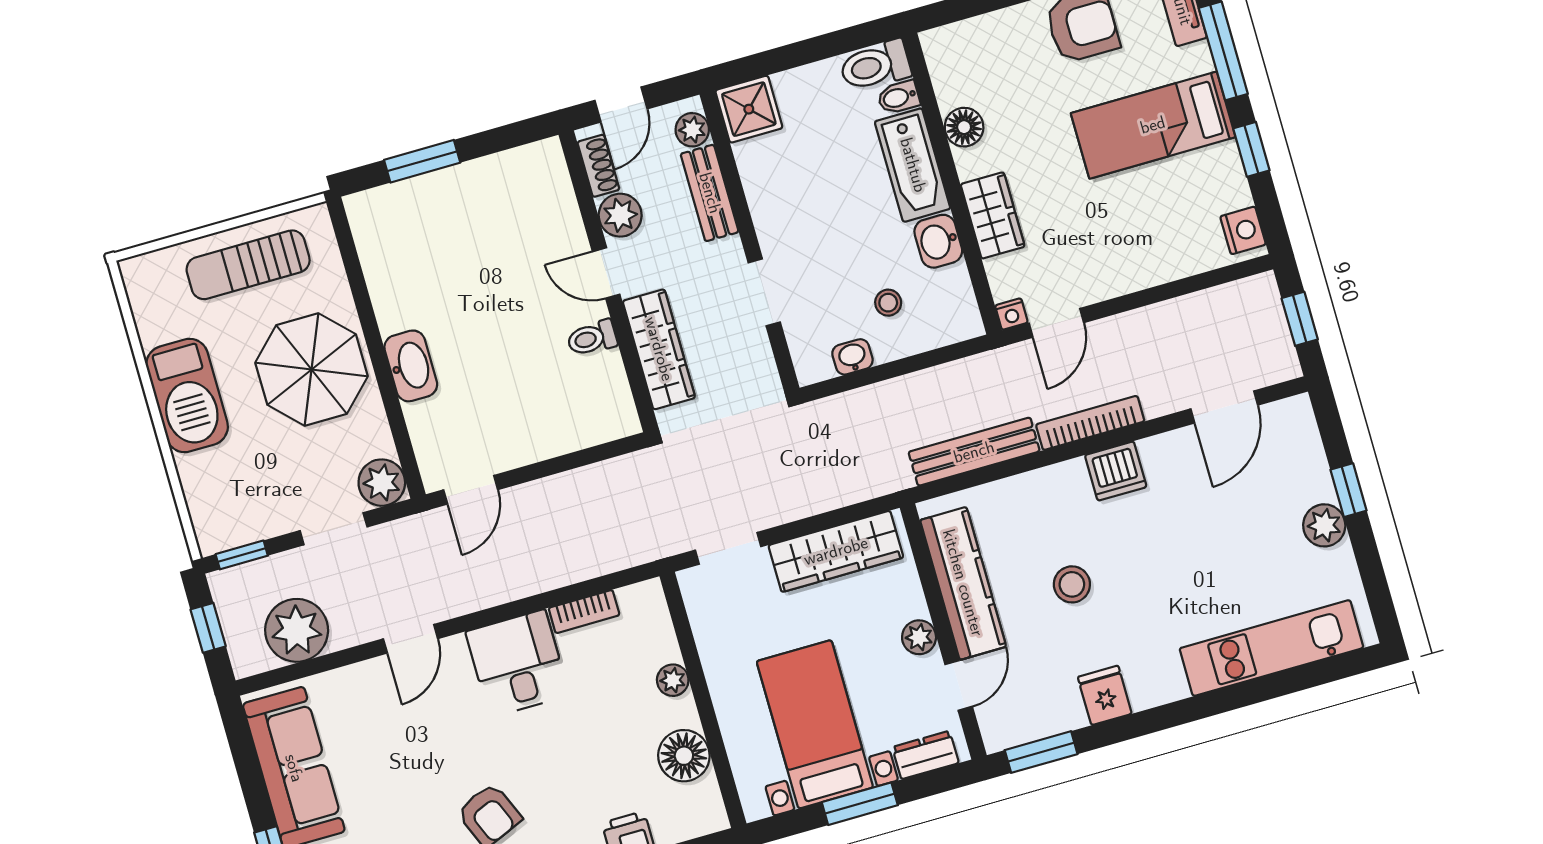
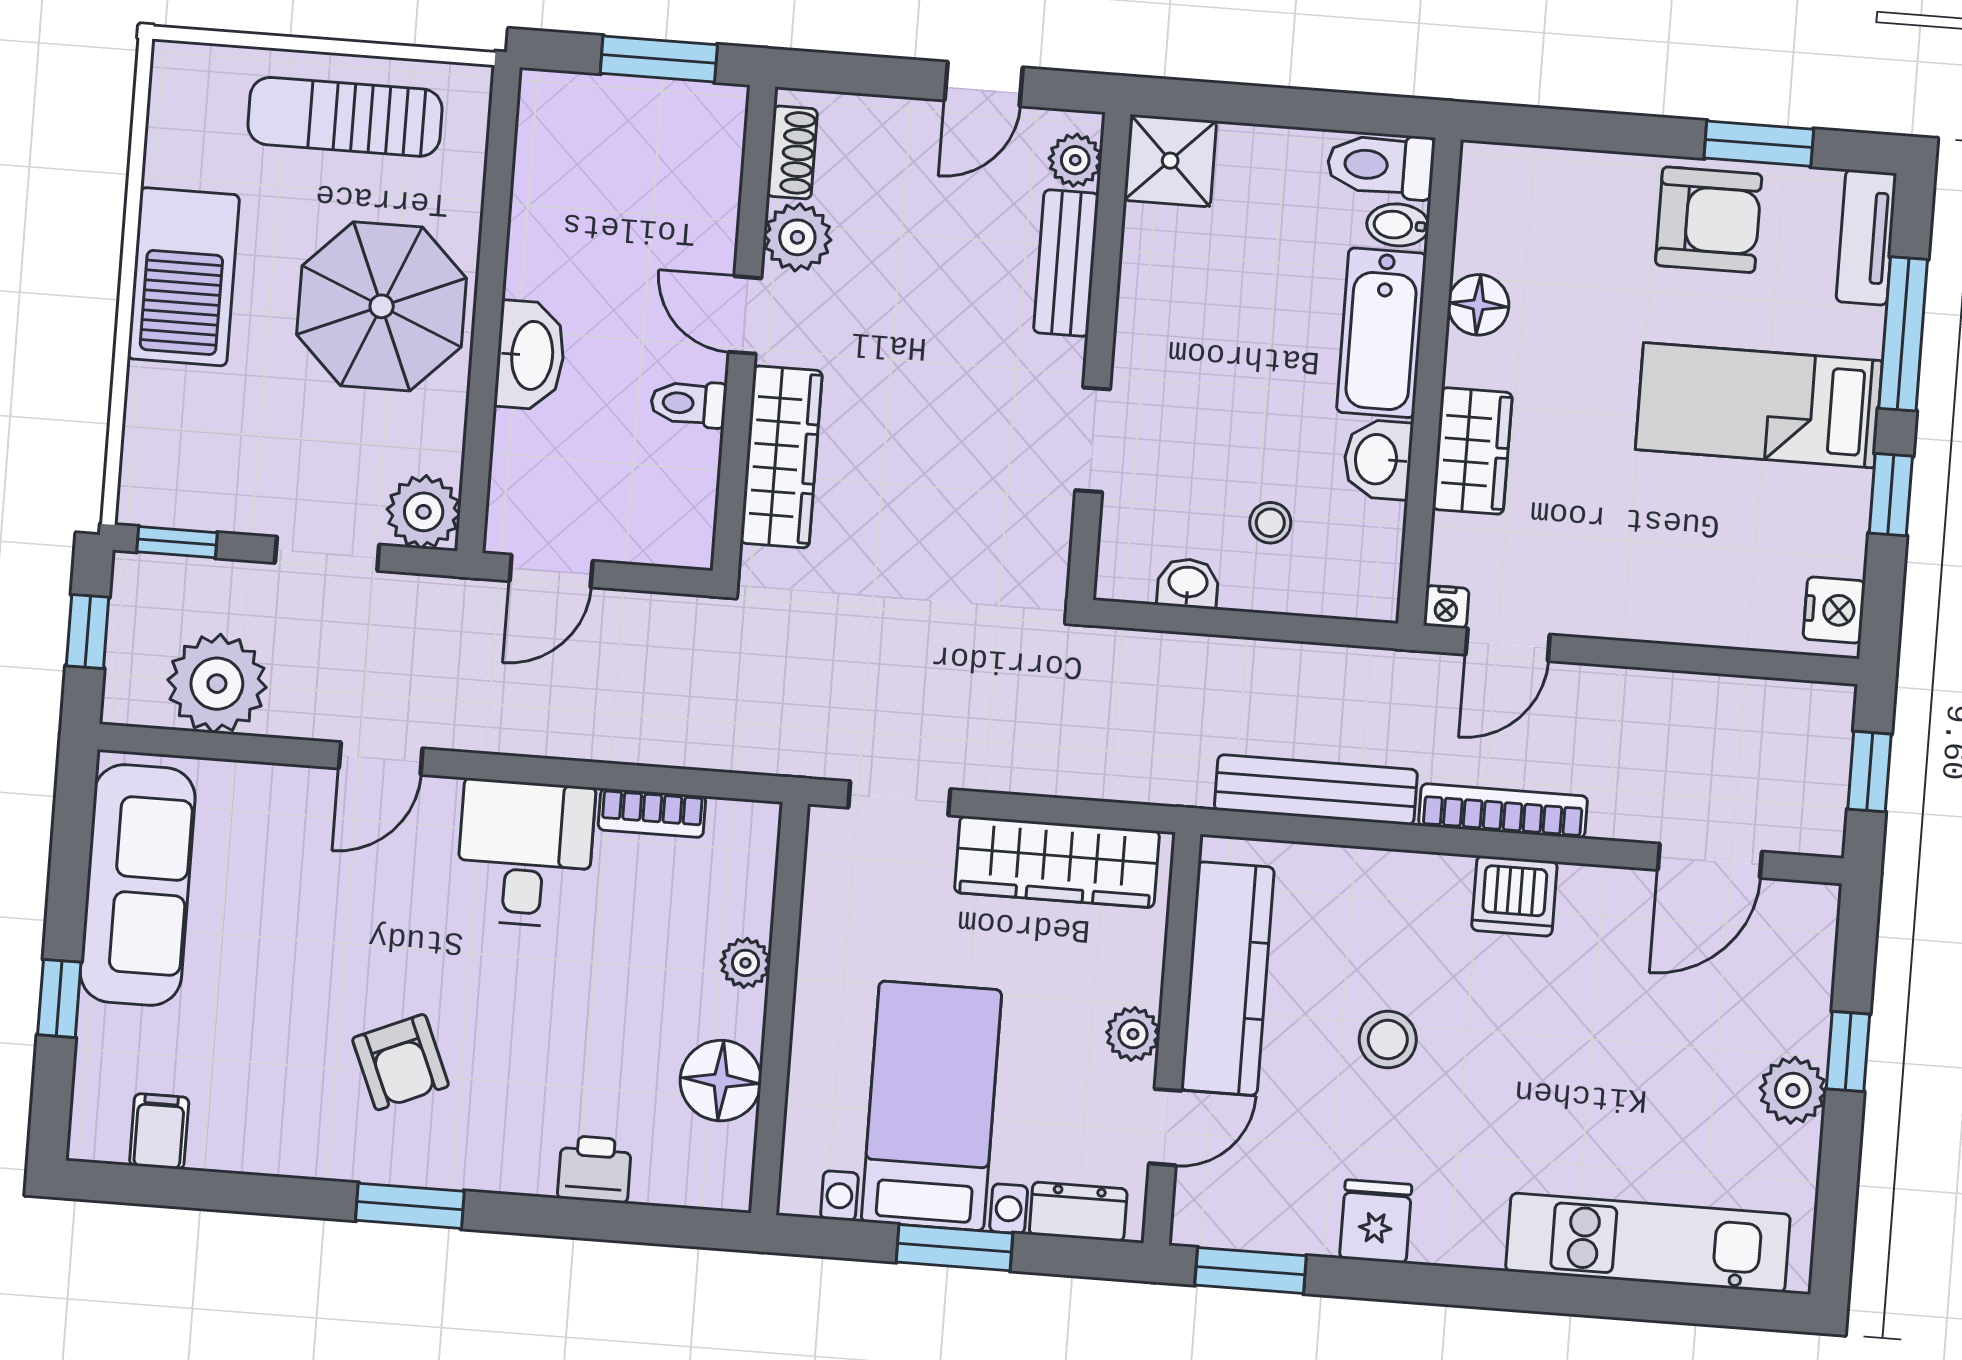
shoe rack: (598, 166) -> (792, 152), moved
plant: (620, 215) -> (797, 237), moved
door: (606, 273) -> (745, 315), moved
wall: (608, 281) -> (744, 329), moved
toilet: (592, 338) -> (689, 404), moved
wardrobe: (659, 349) -> (781, 457), moved

